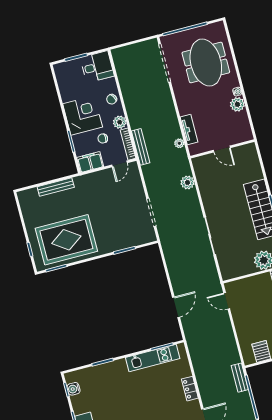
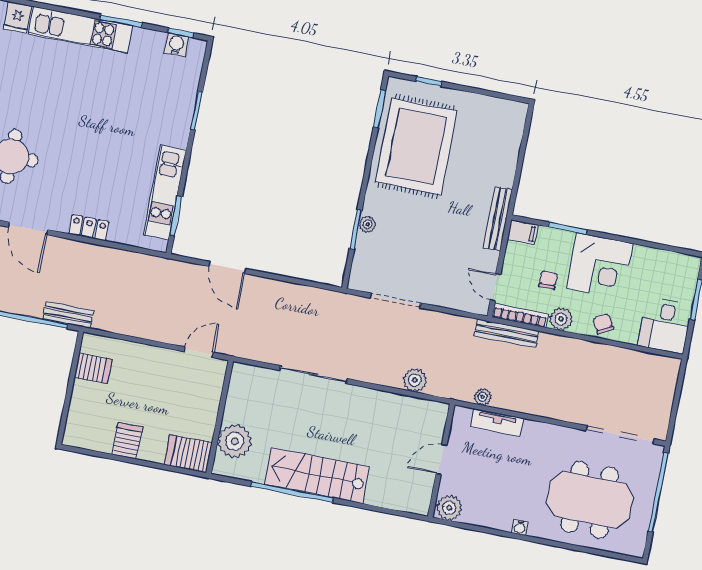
plant: (237, 104) -> (449, 508), moved
filing cabinet: (90, 162) -> (523, 232), width x0.50
bench: (56, 187) -> (498, 219), moved
plant: (119, 246) -> (367, 224), added

